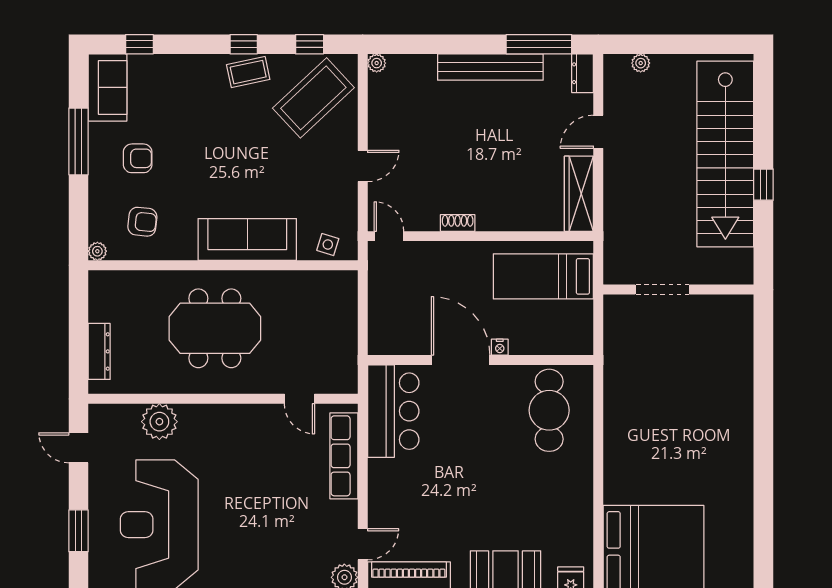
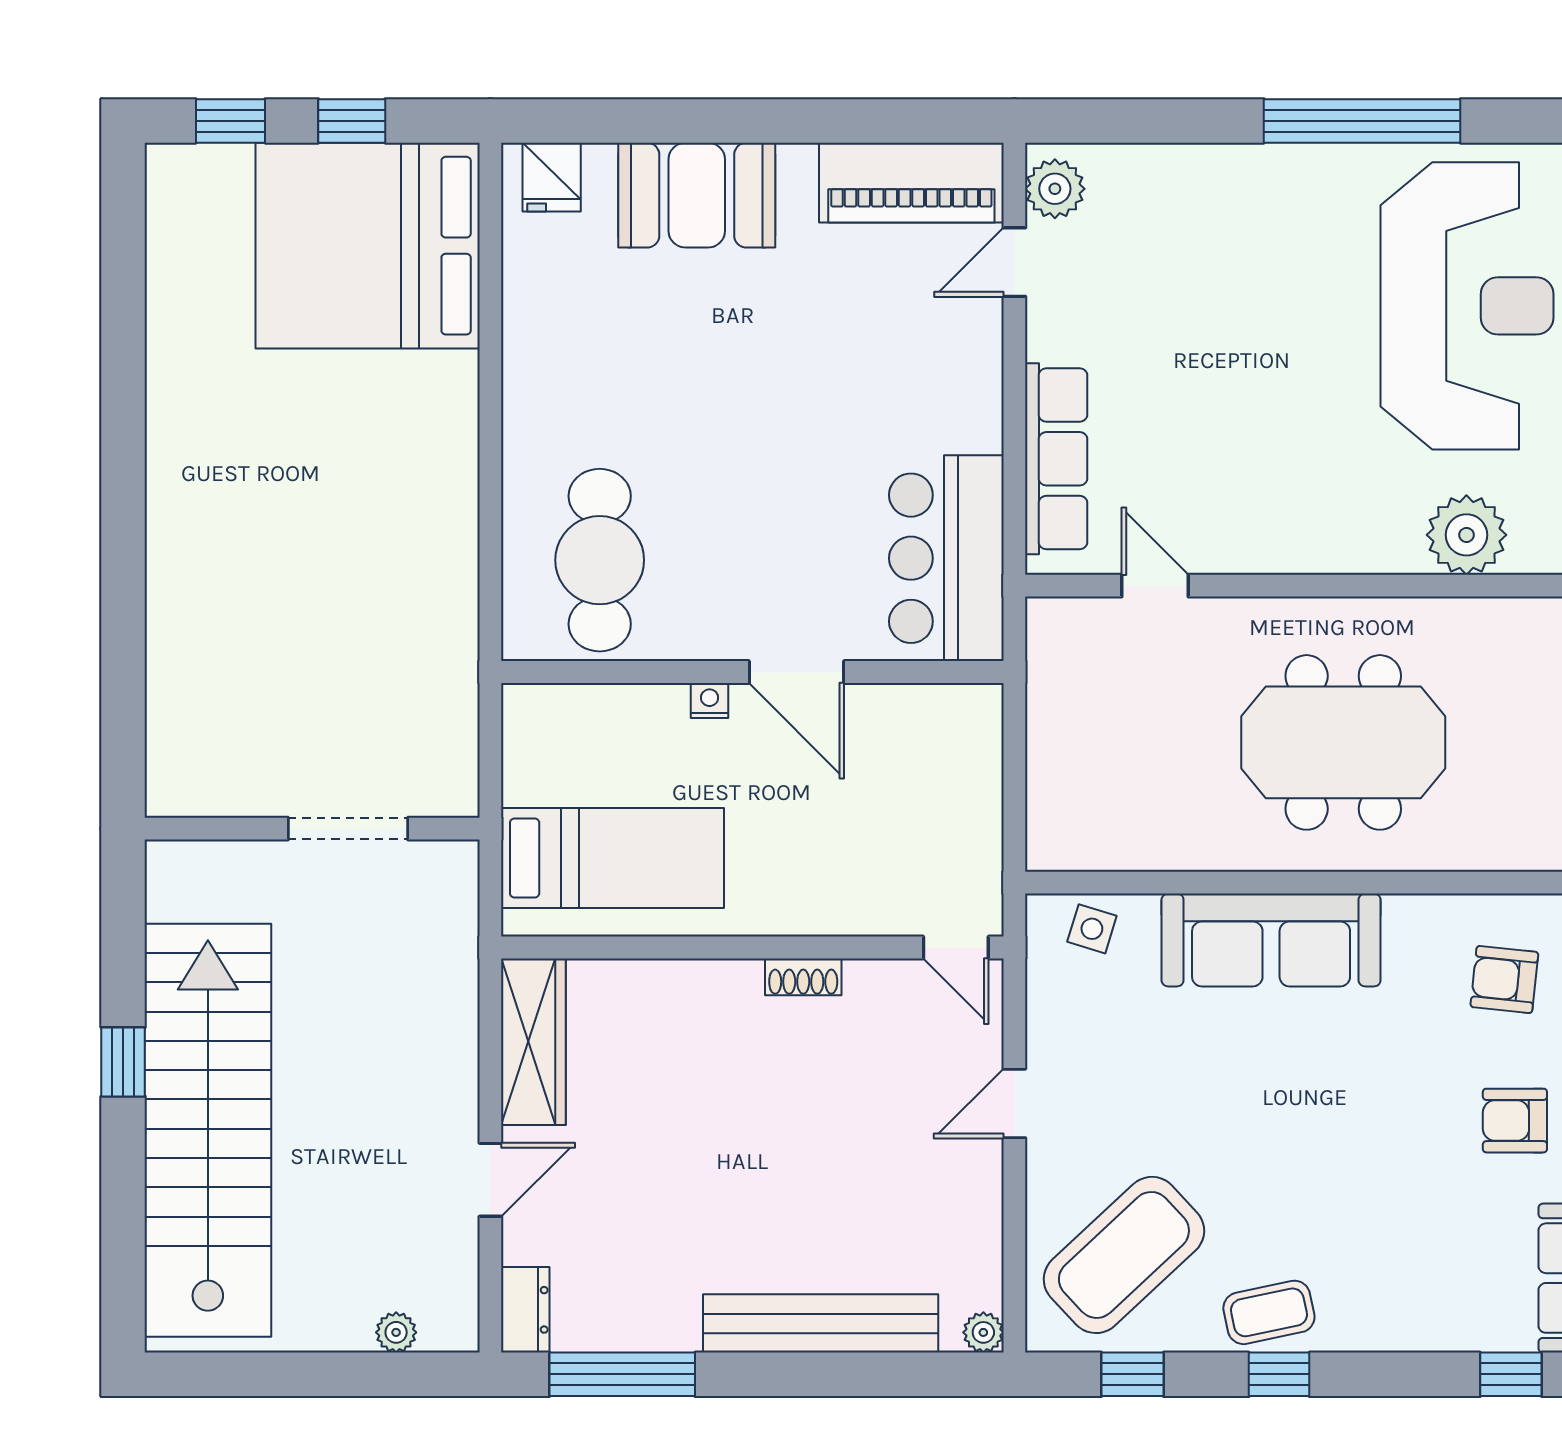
bench: (490, 67) -> (821, 1323), moved
door: (461, 360) -> (796, 672), width x0.73

